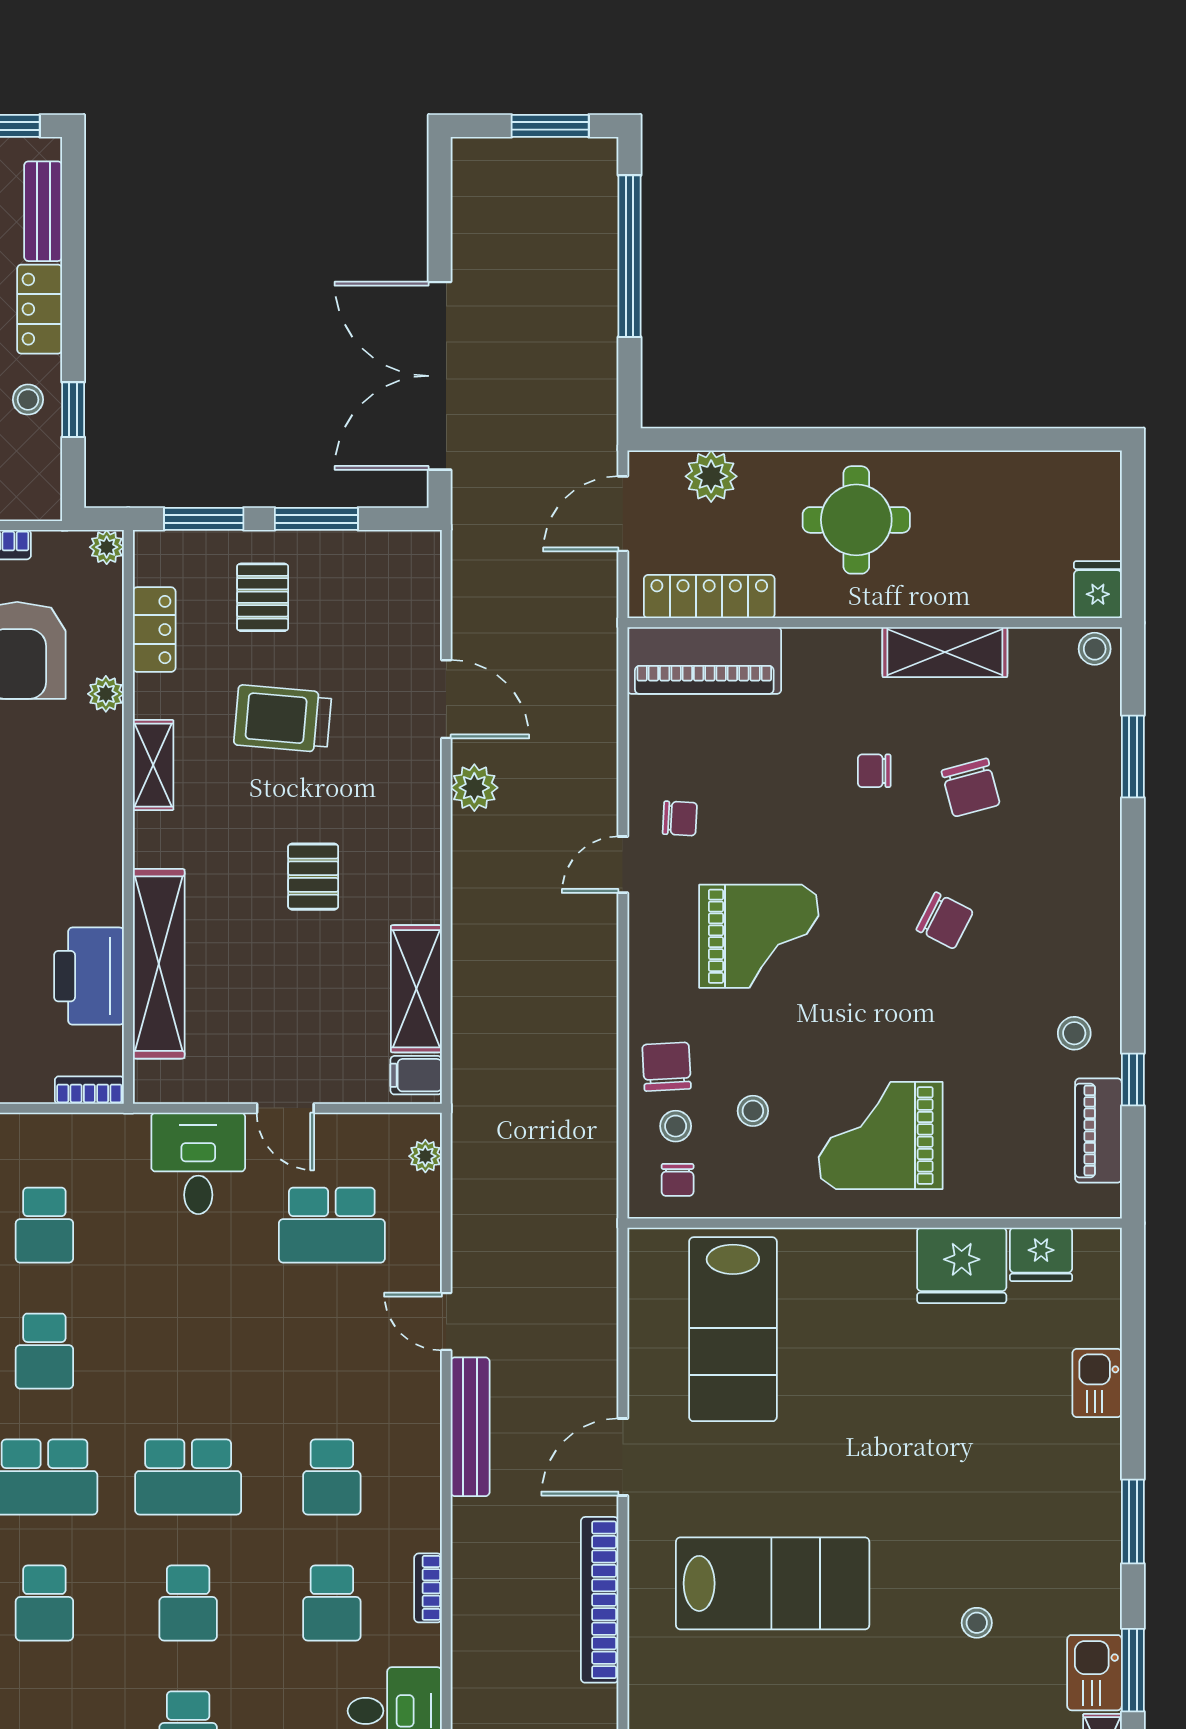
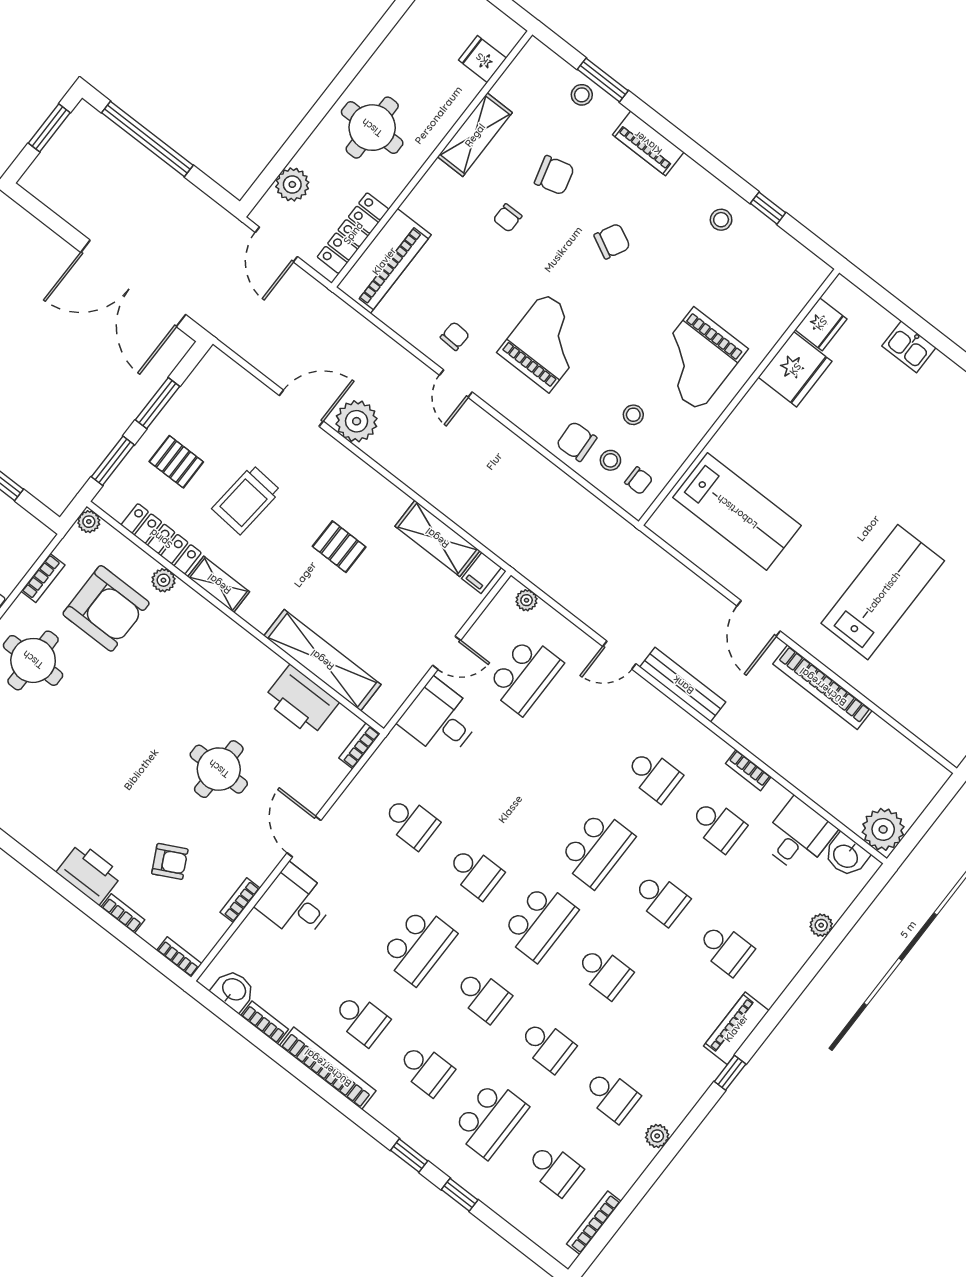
fridge: (1098, 590) -> (482, 59), moved
locker: (154, 630) -> (161, 539), width x1.53
stool: (1095, 649) -> (582, 95), moved
plant: (474, 788) -> (357, 421), width x1.36, depth x1.36
piano: (1098, 1130) -> (648, 143), moved

